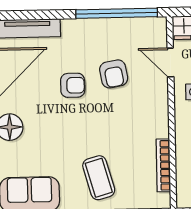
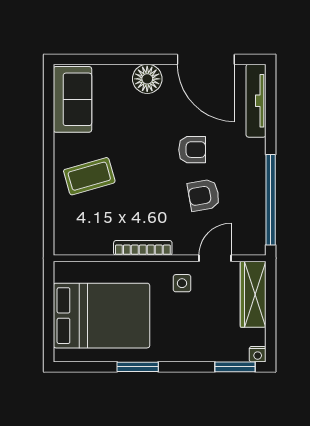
armchair: (73, 85) -> (192, 150), turned -90
bookcase: (163, 165) -> (143, 248), moved

